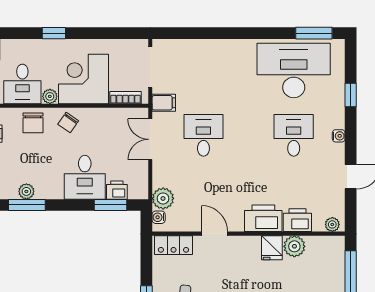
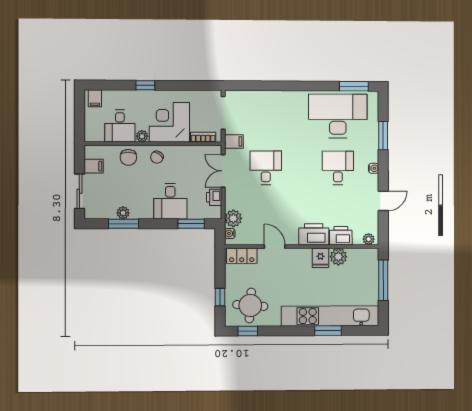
window: (351, 95) -> (383, 136), width x1.50
printer: (117, 190) -> (214, 197), moved, turned -90

